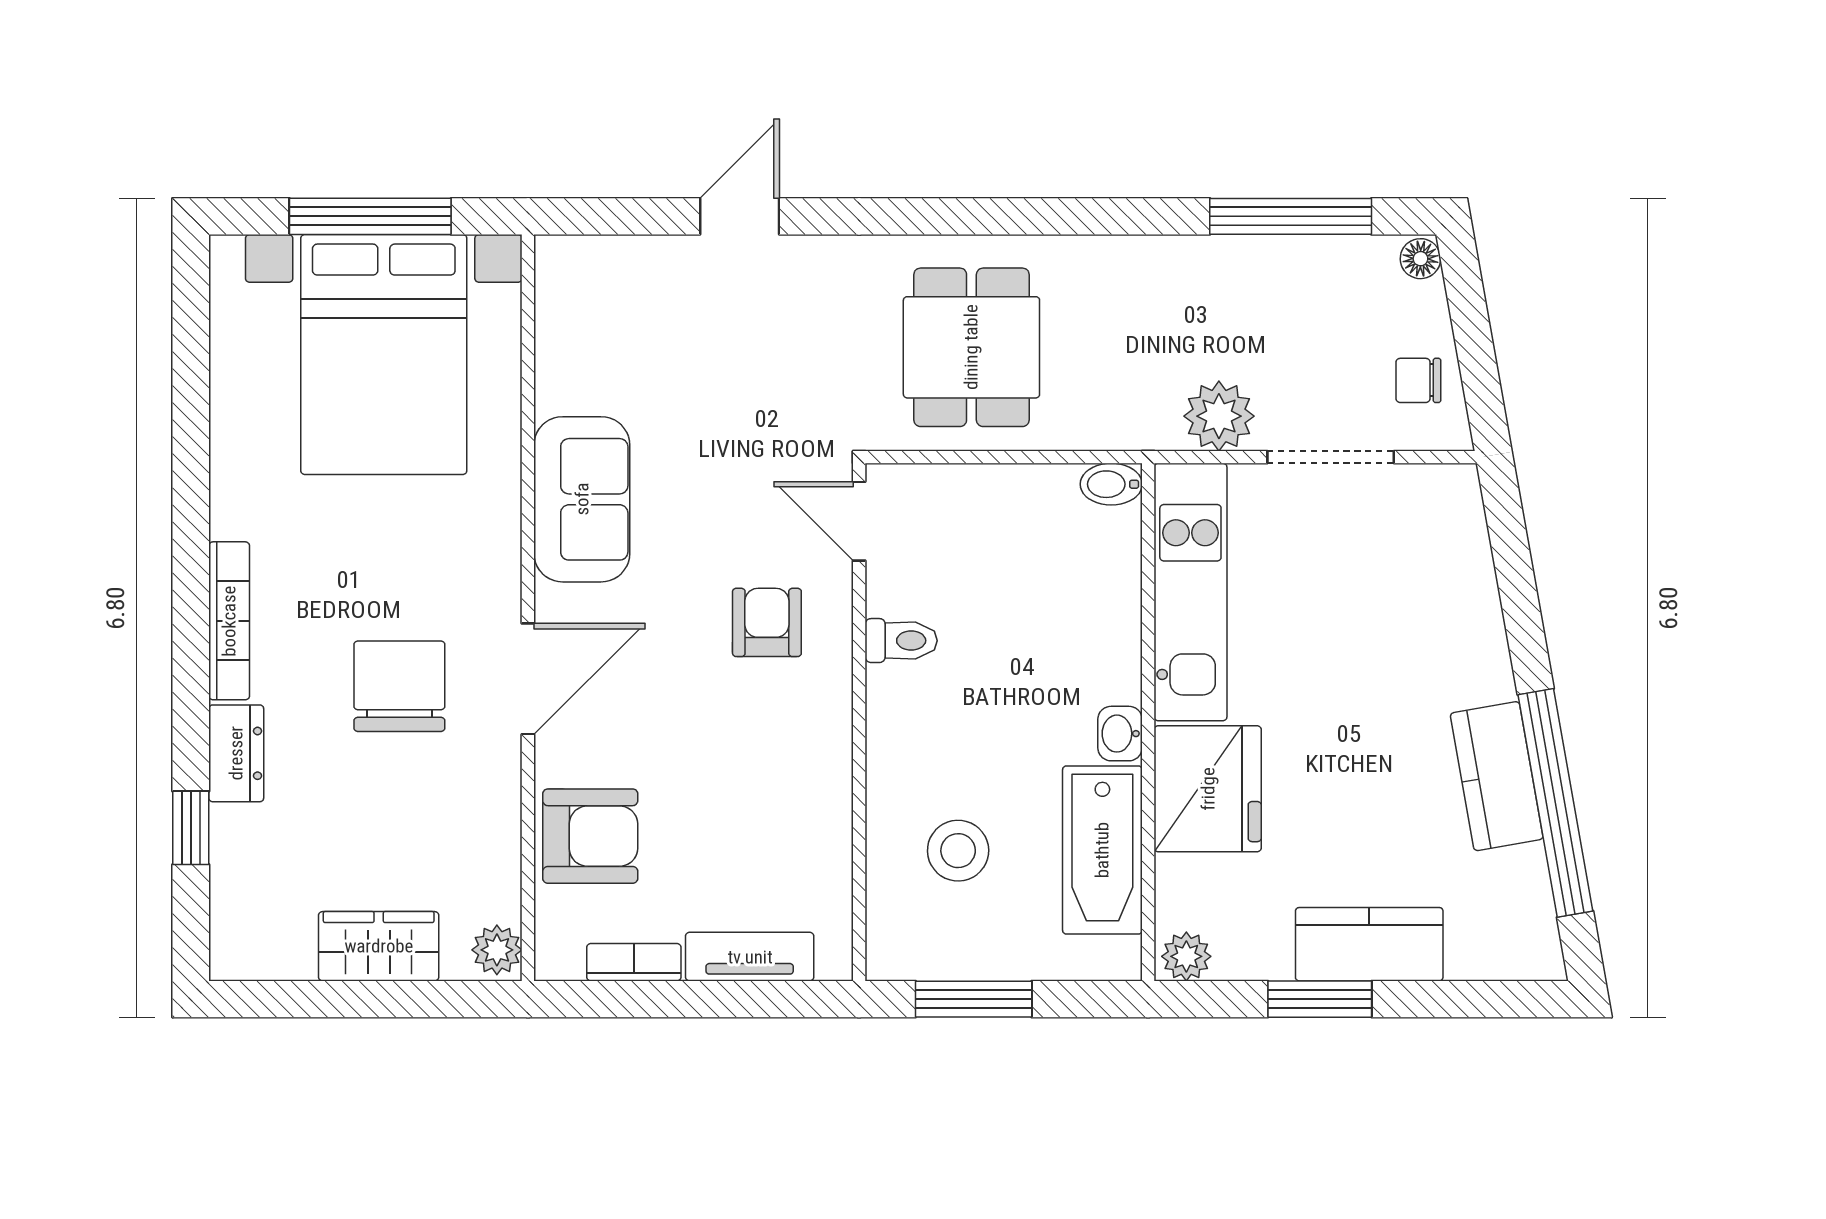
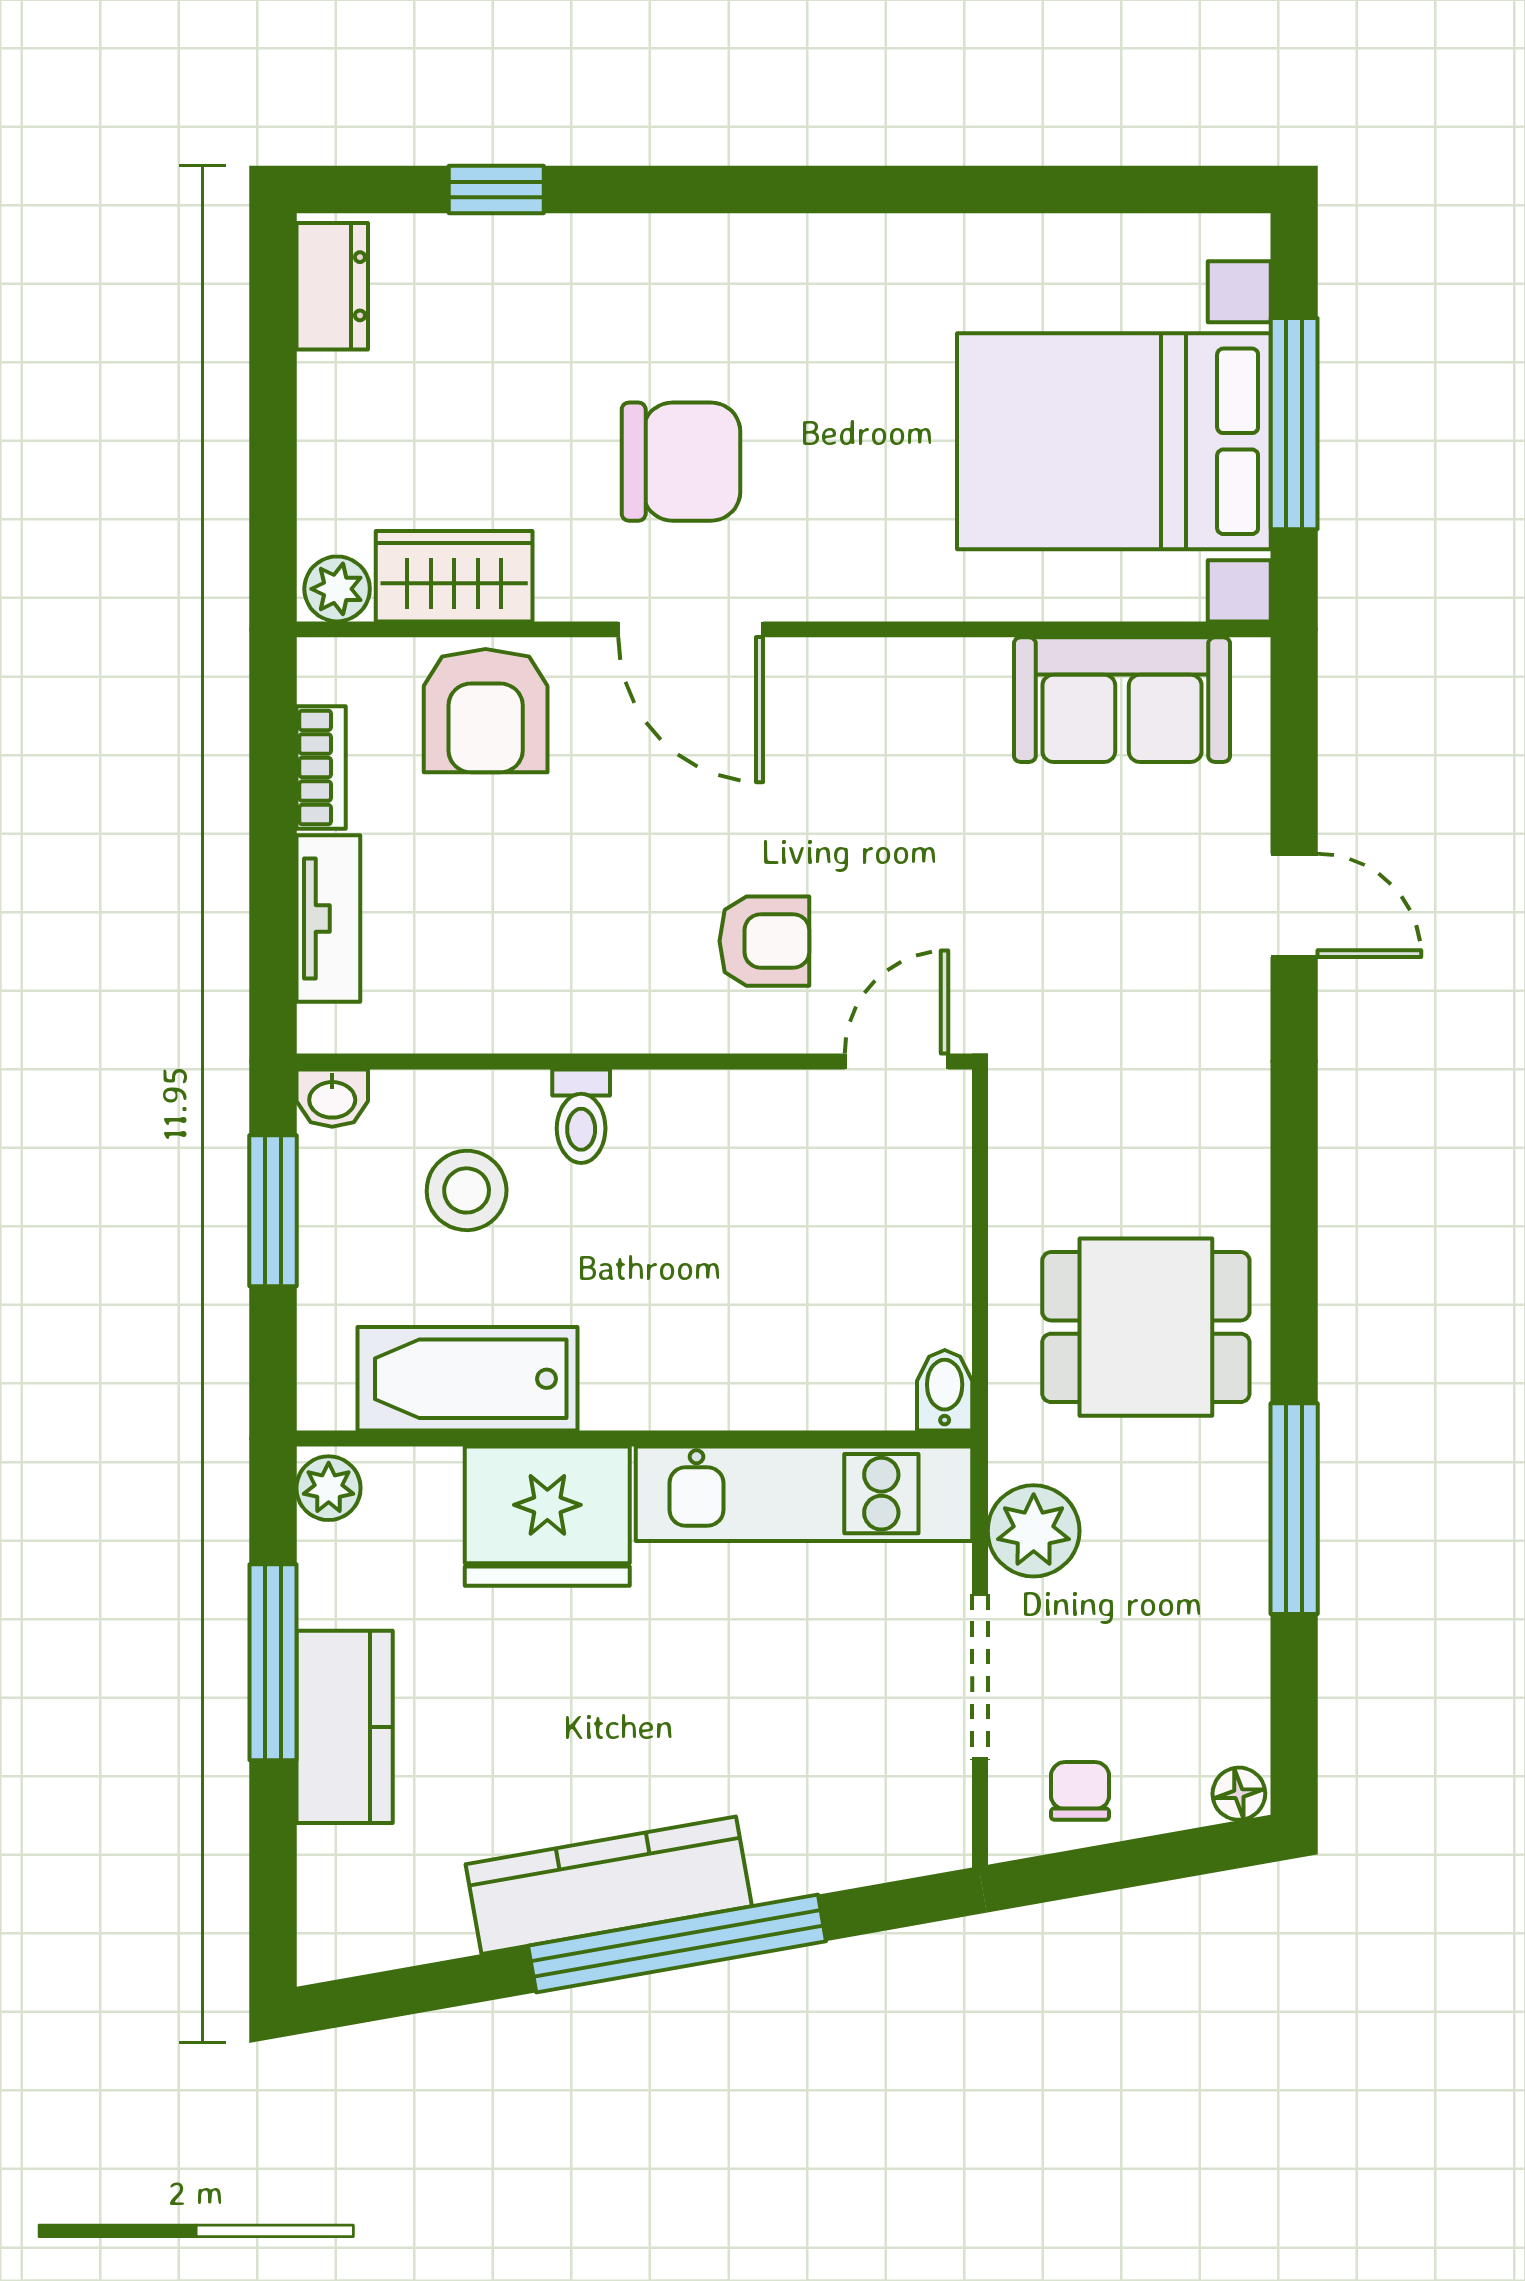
window: (1291, 216) -> (1294, 1509), moved
dining table: (971, 347) -> (1146, 1327), moved
sofa: (582, 499) -> (1122, 700), moved
bookcase: (229, 621) -> (766, 239), removed
toilet: (901, 641) -> (581, 1116), moved
washbasin: (1120, 734) -> (332, 1098), moved, turned 180
dresser: (236, 753) -> (332, 286), moved, turned -90
kitchen counter: (1497, 776) -> (609, 1885), width x1.50
window: (1555, 803) -> (677, 1944), moved
wardrobe: (379, 946) -> (454, 576), moved, turned -90
window: (1320, 999) -> (273, 1662), width x1.44

